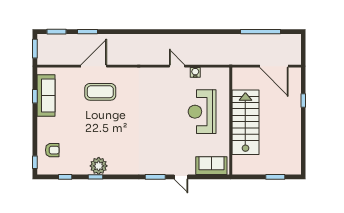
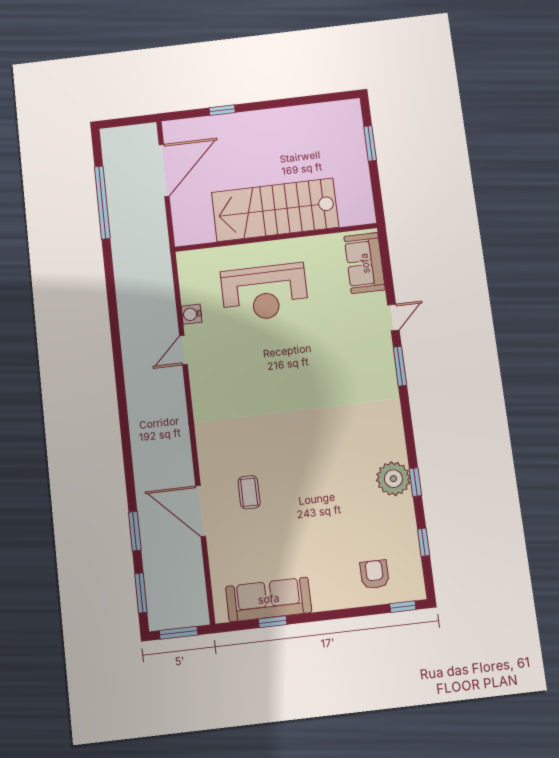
coffee table: (100, 92) -> (249, 492), width x0.54, depth x0.58

